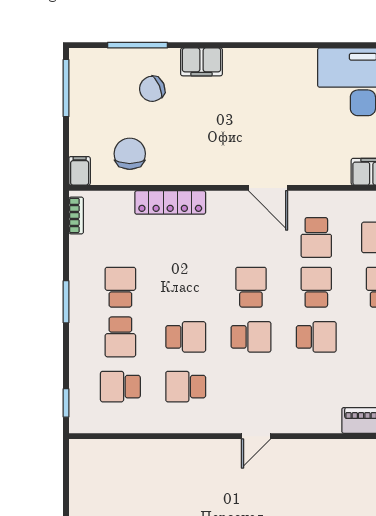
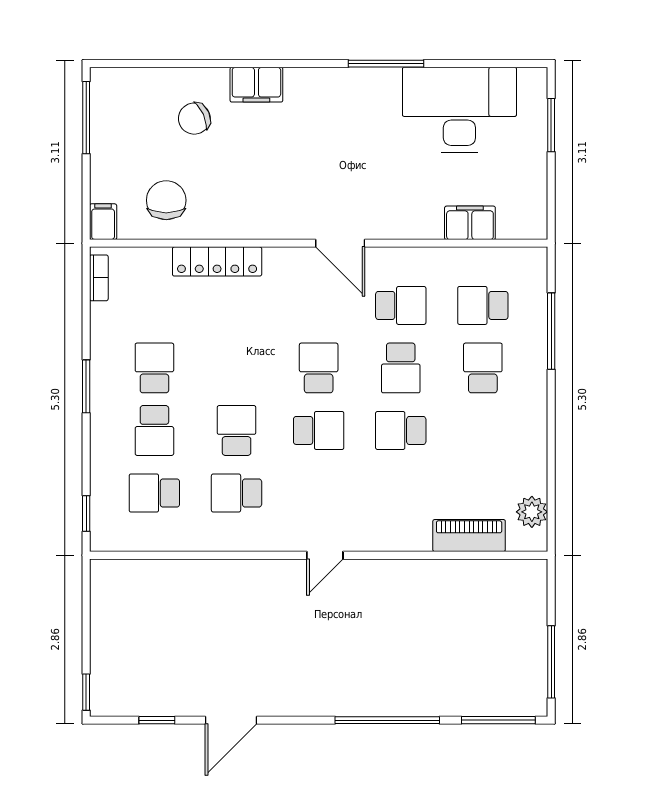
window: (138, 45) -> (386, 64), moved
school desk: (316, 237) -> (401, 305), turned -90
school desk: (316, 287) -> (401, 368), turned 180
school desk: (186, 337) -> (237, 430), turned -90
school desk: (316, 337) -> (401, 430), turned 180

